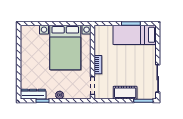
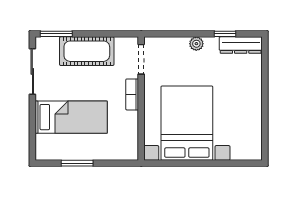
bed: (135, 35) -> (71, 117), moved
cot: (125, 93) -> (87, 51), width x1.37, depth x1.34

